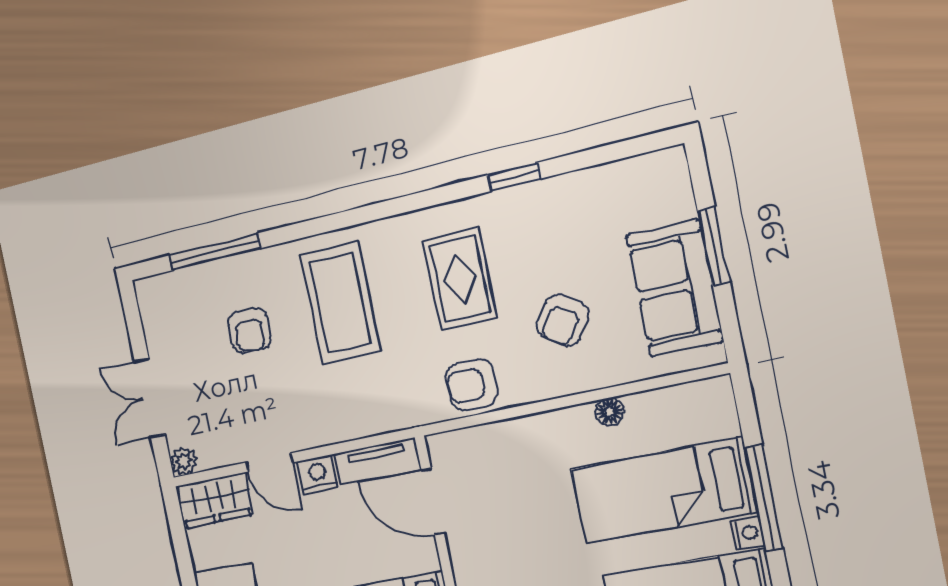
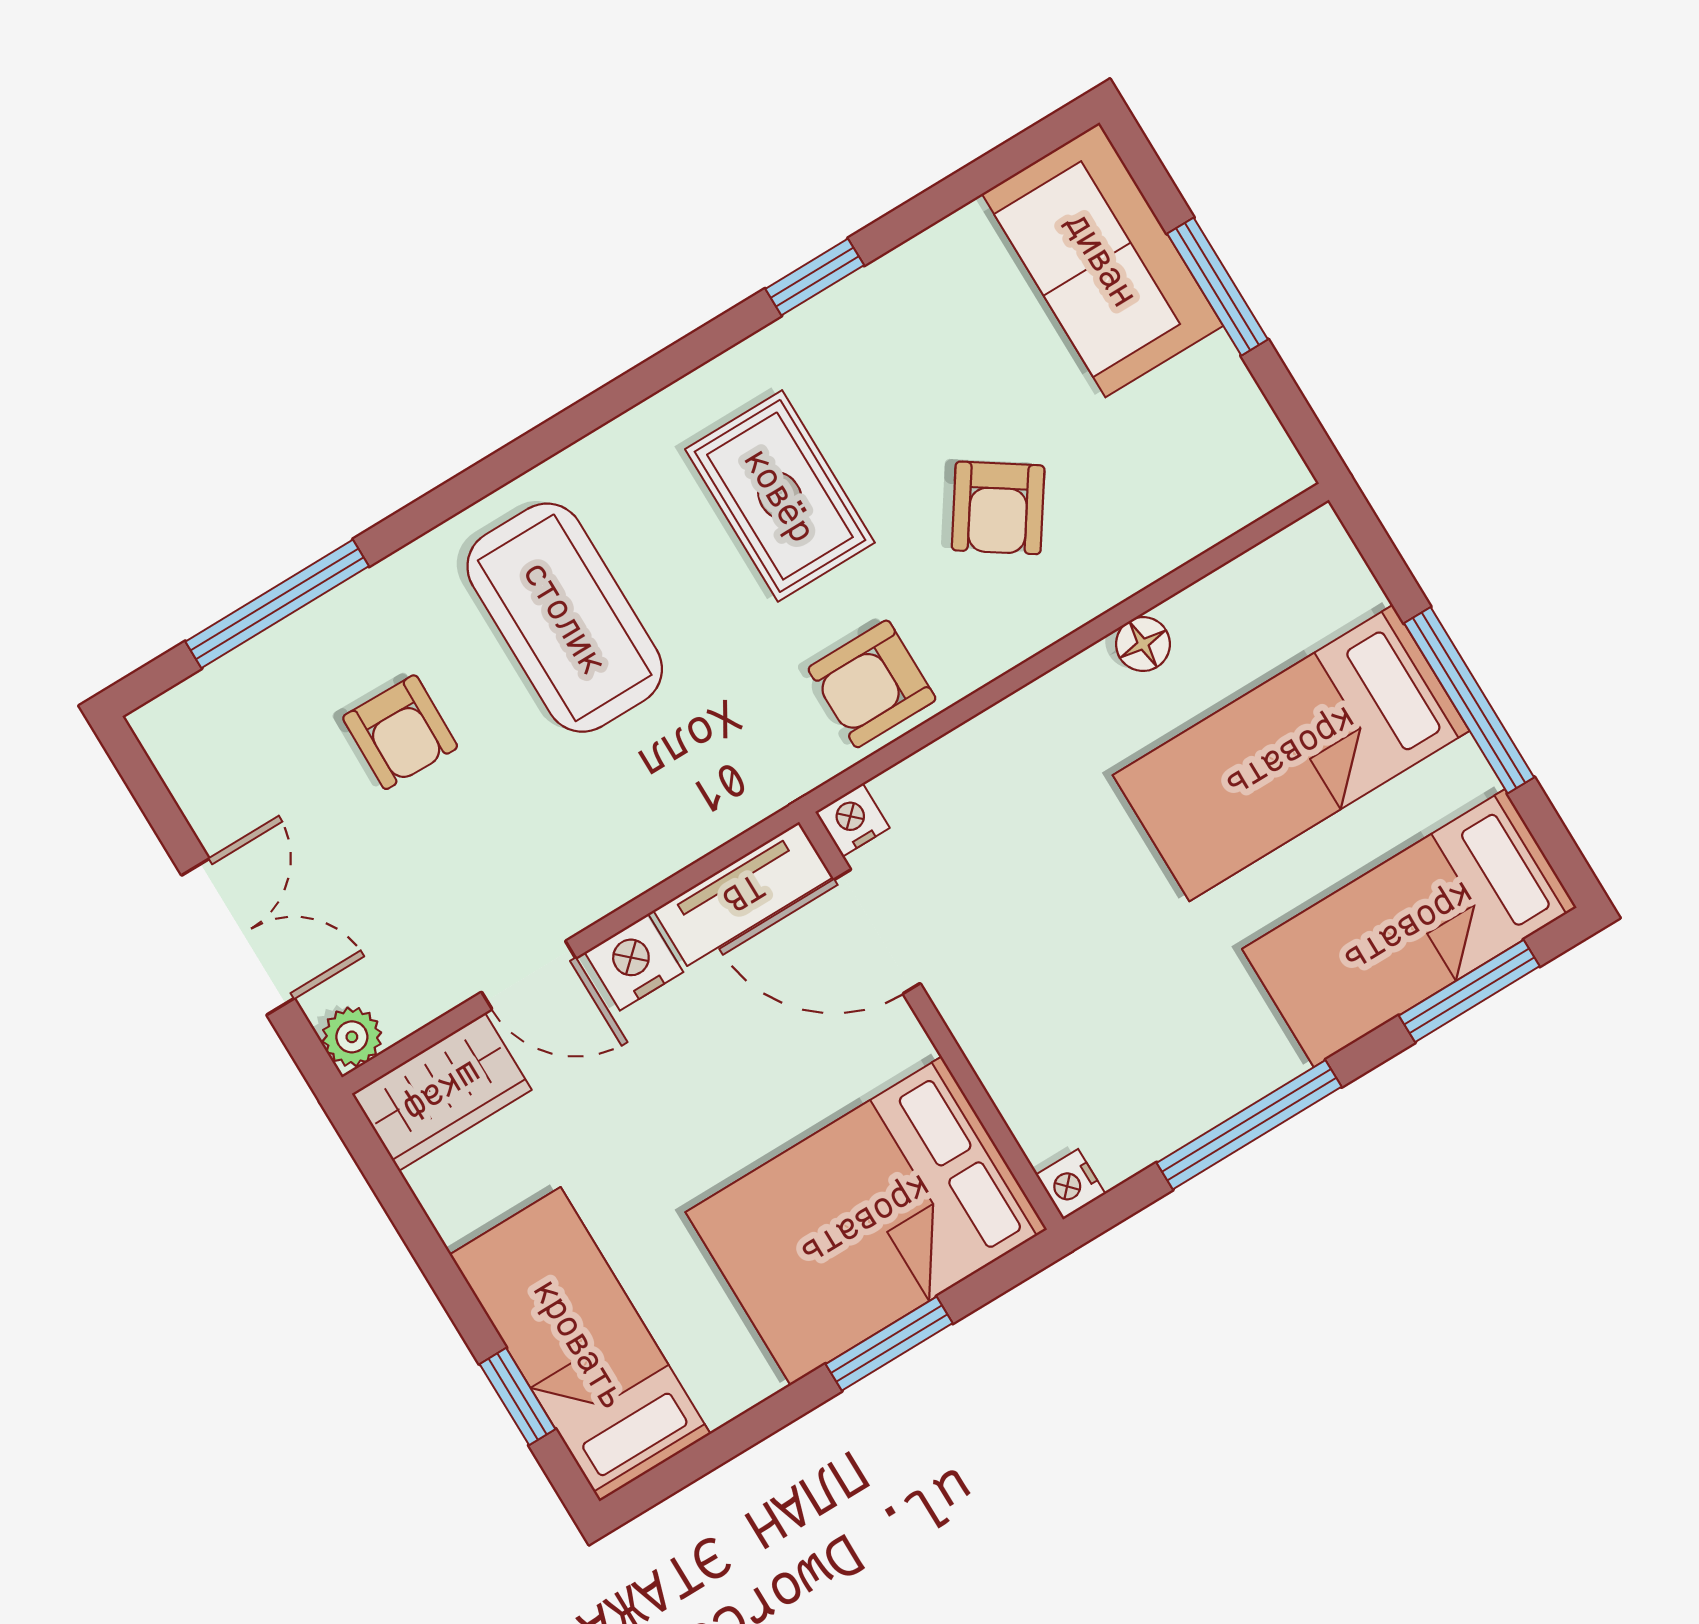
sofa: (675, 288) -> (1102, 260), moved
double door: (150, 398) -> (238, 937), swing flipped
nightstand: (748, 533) -> (852, 820), moved, turned -90

